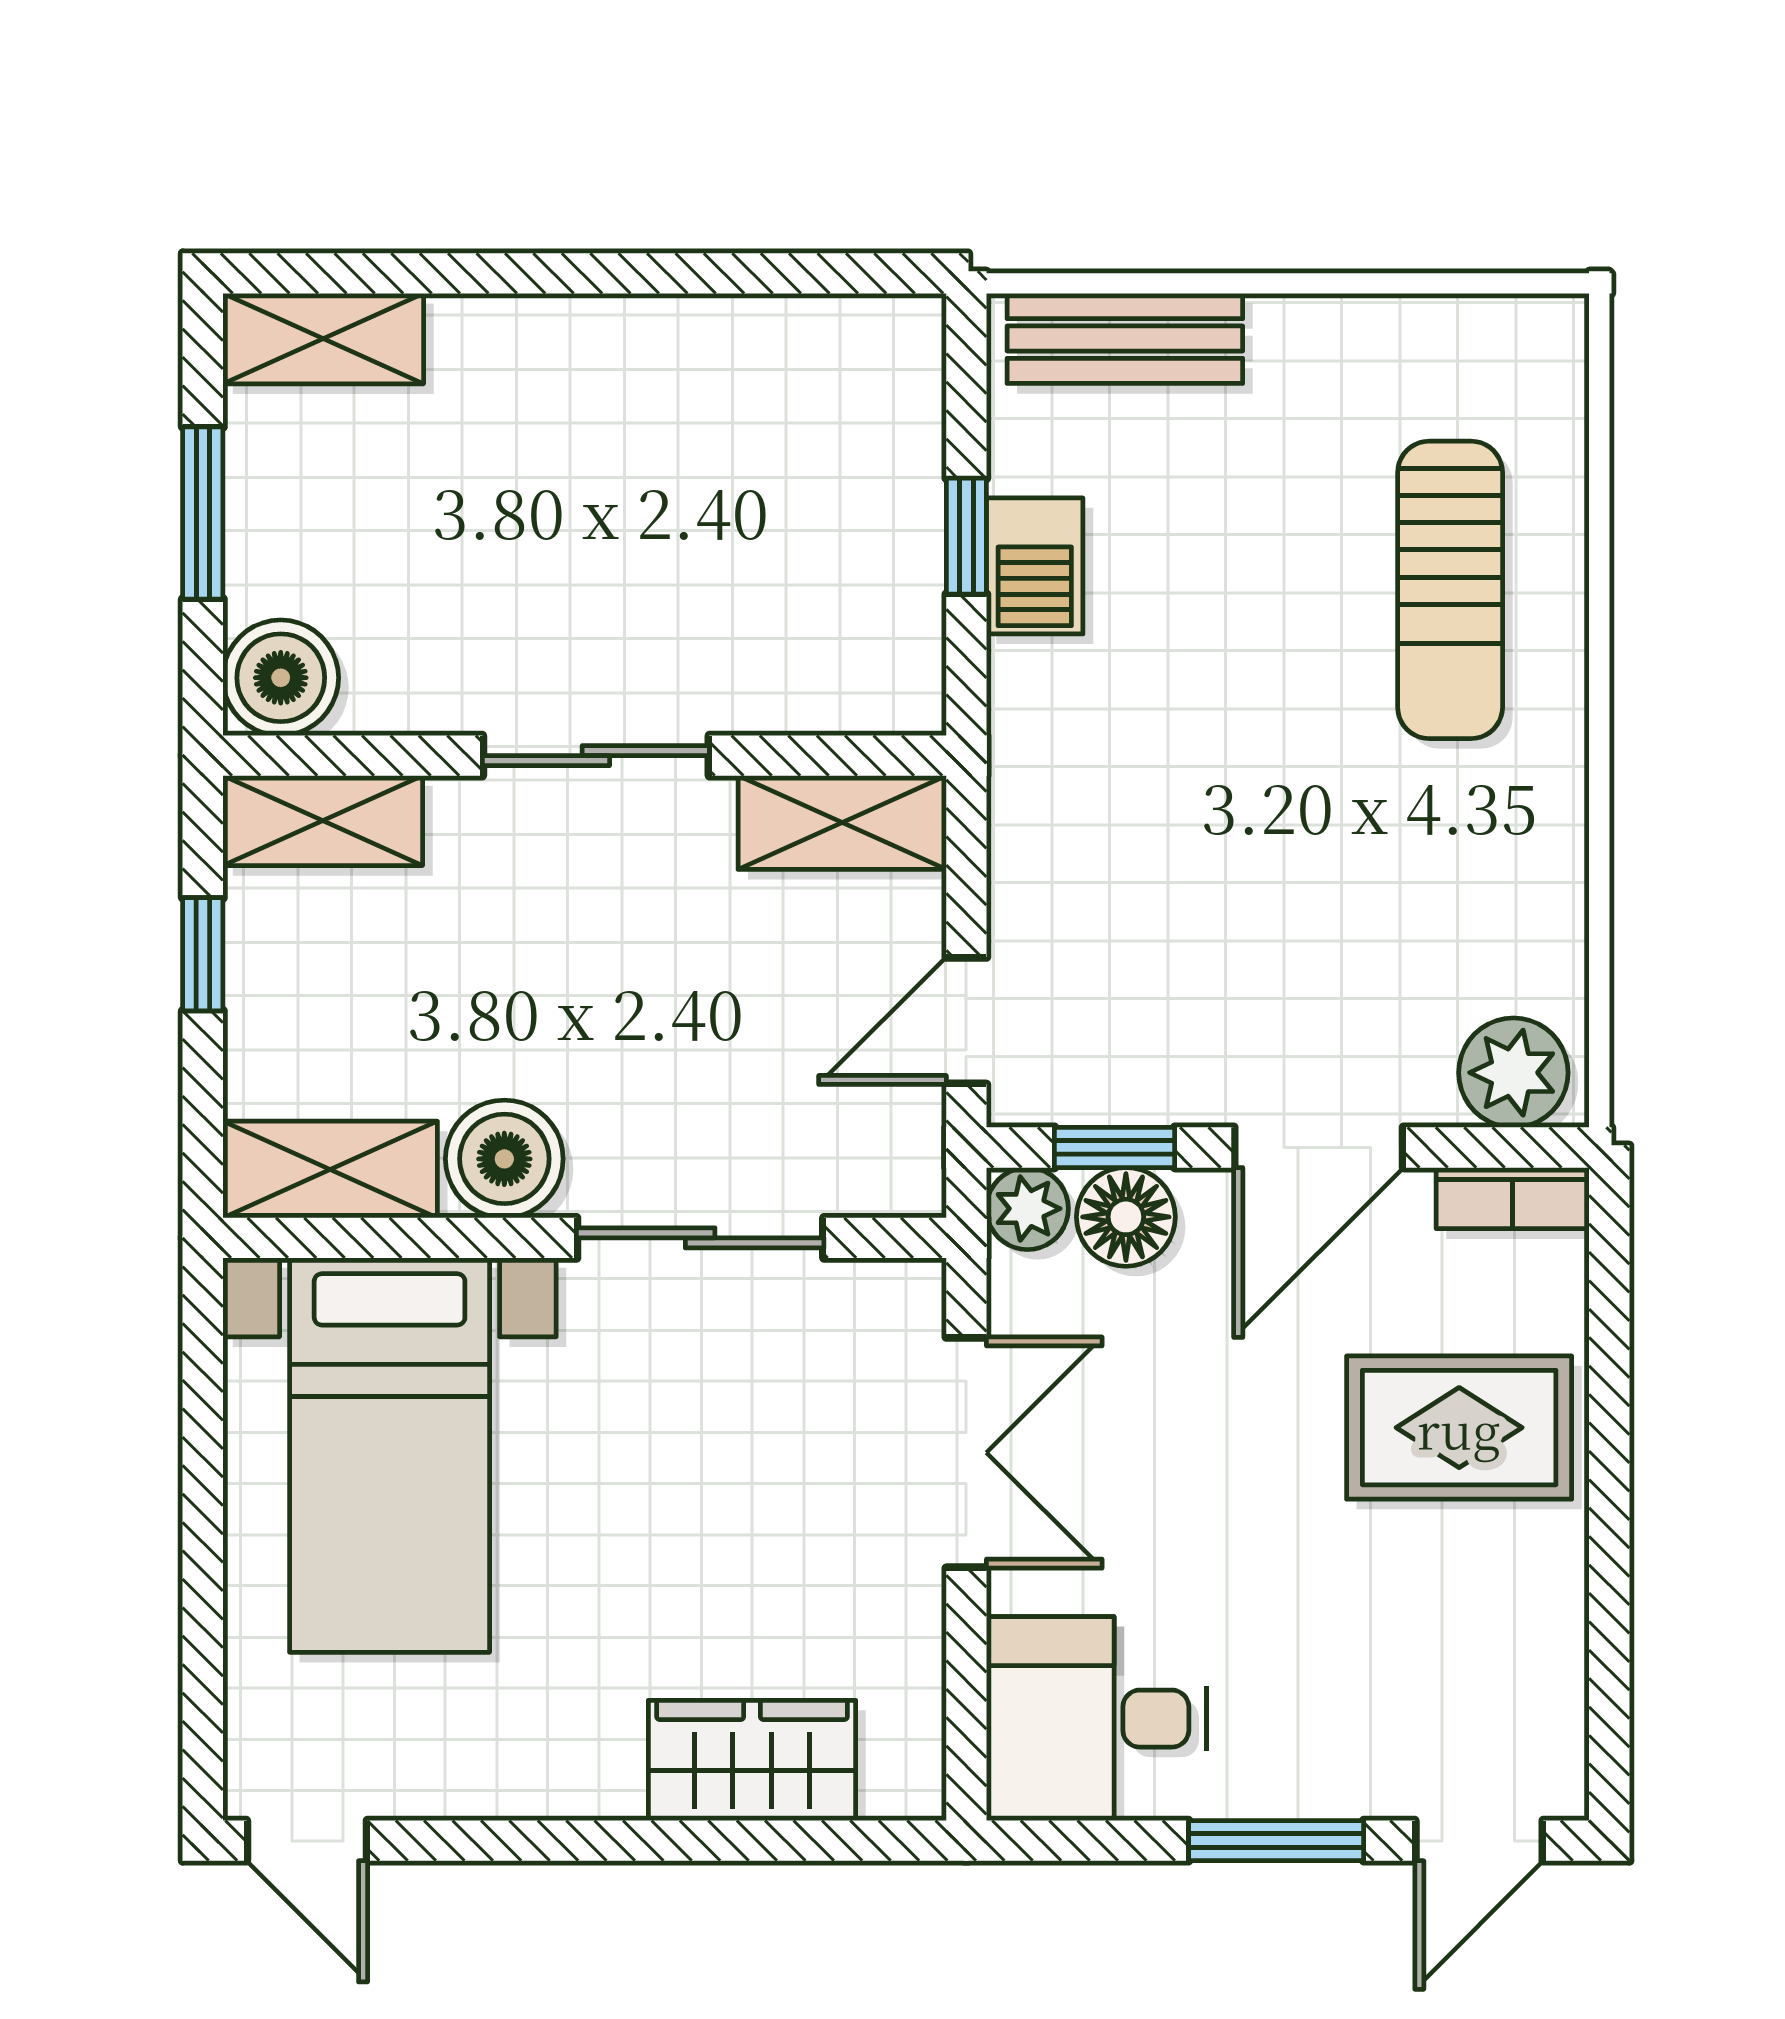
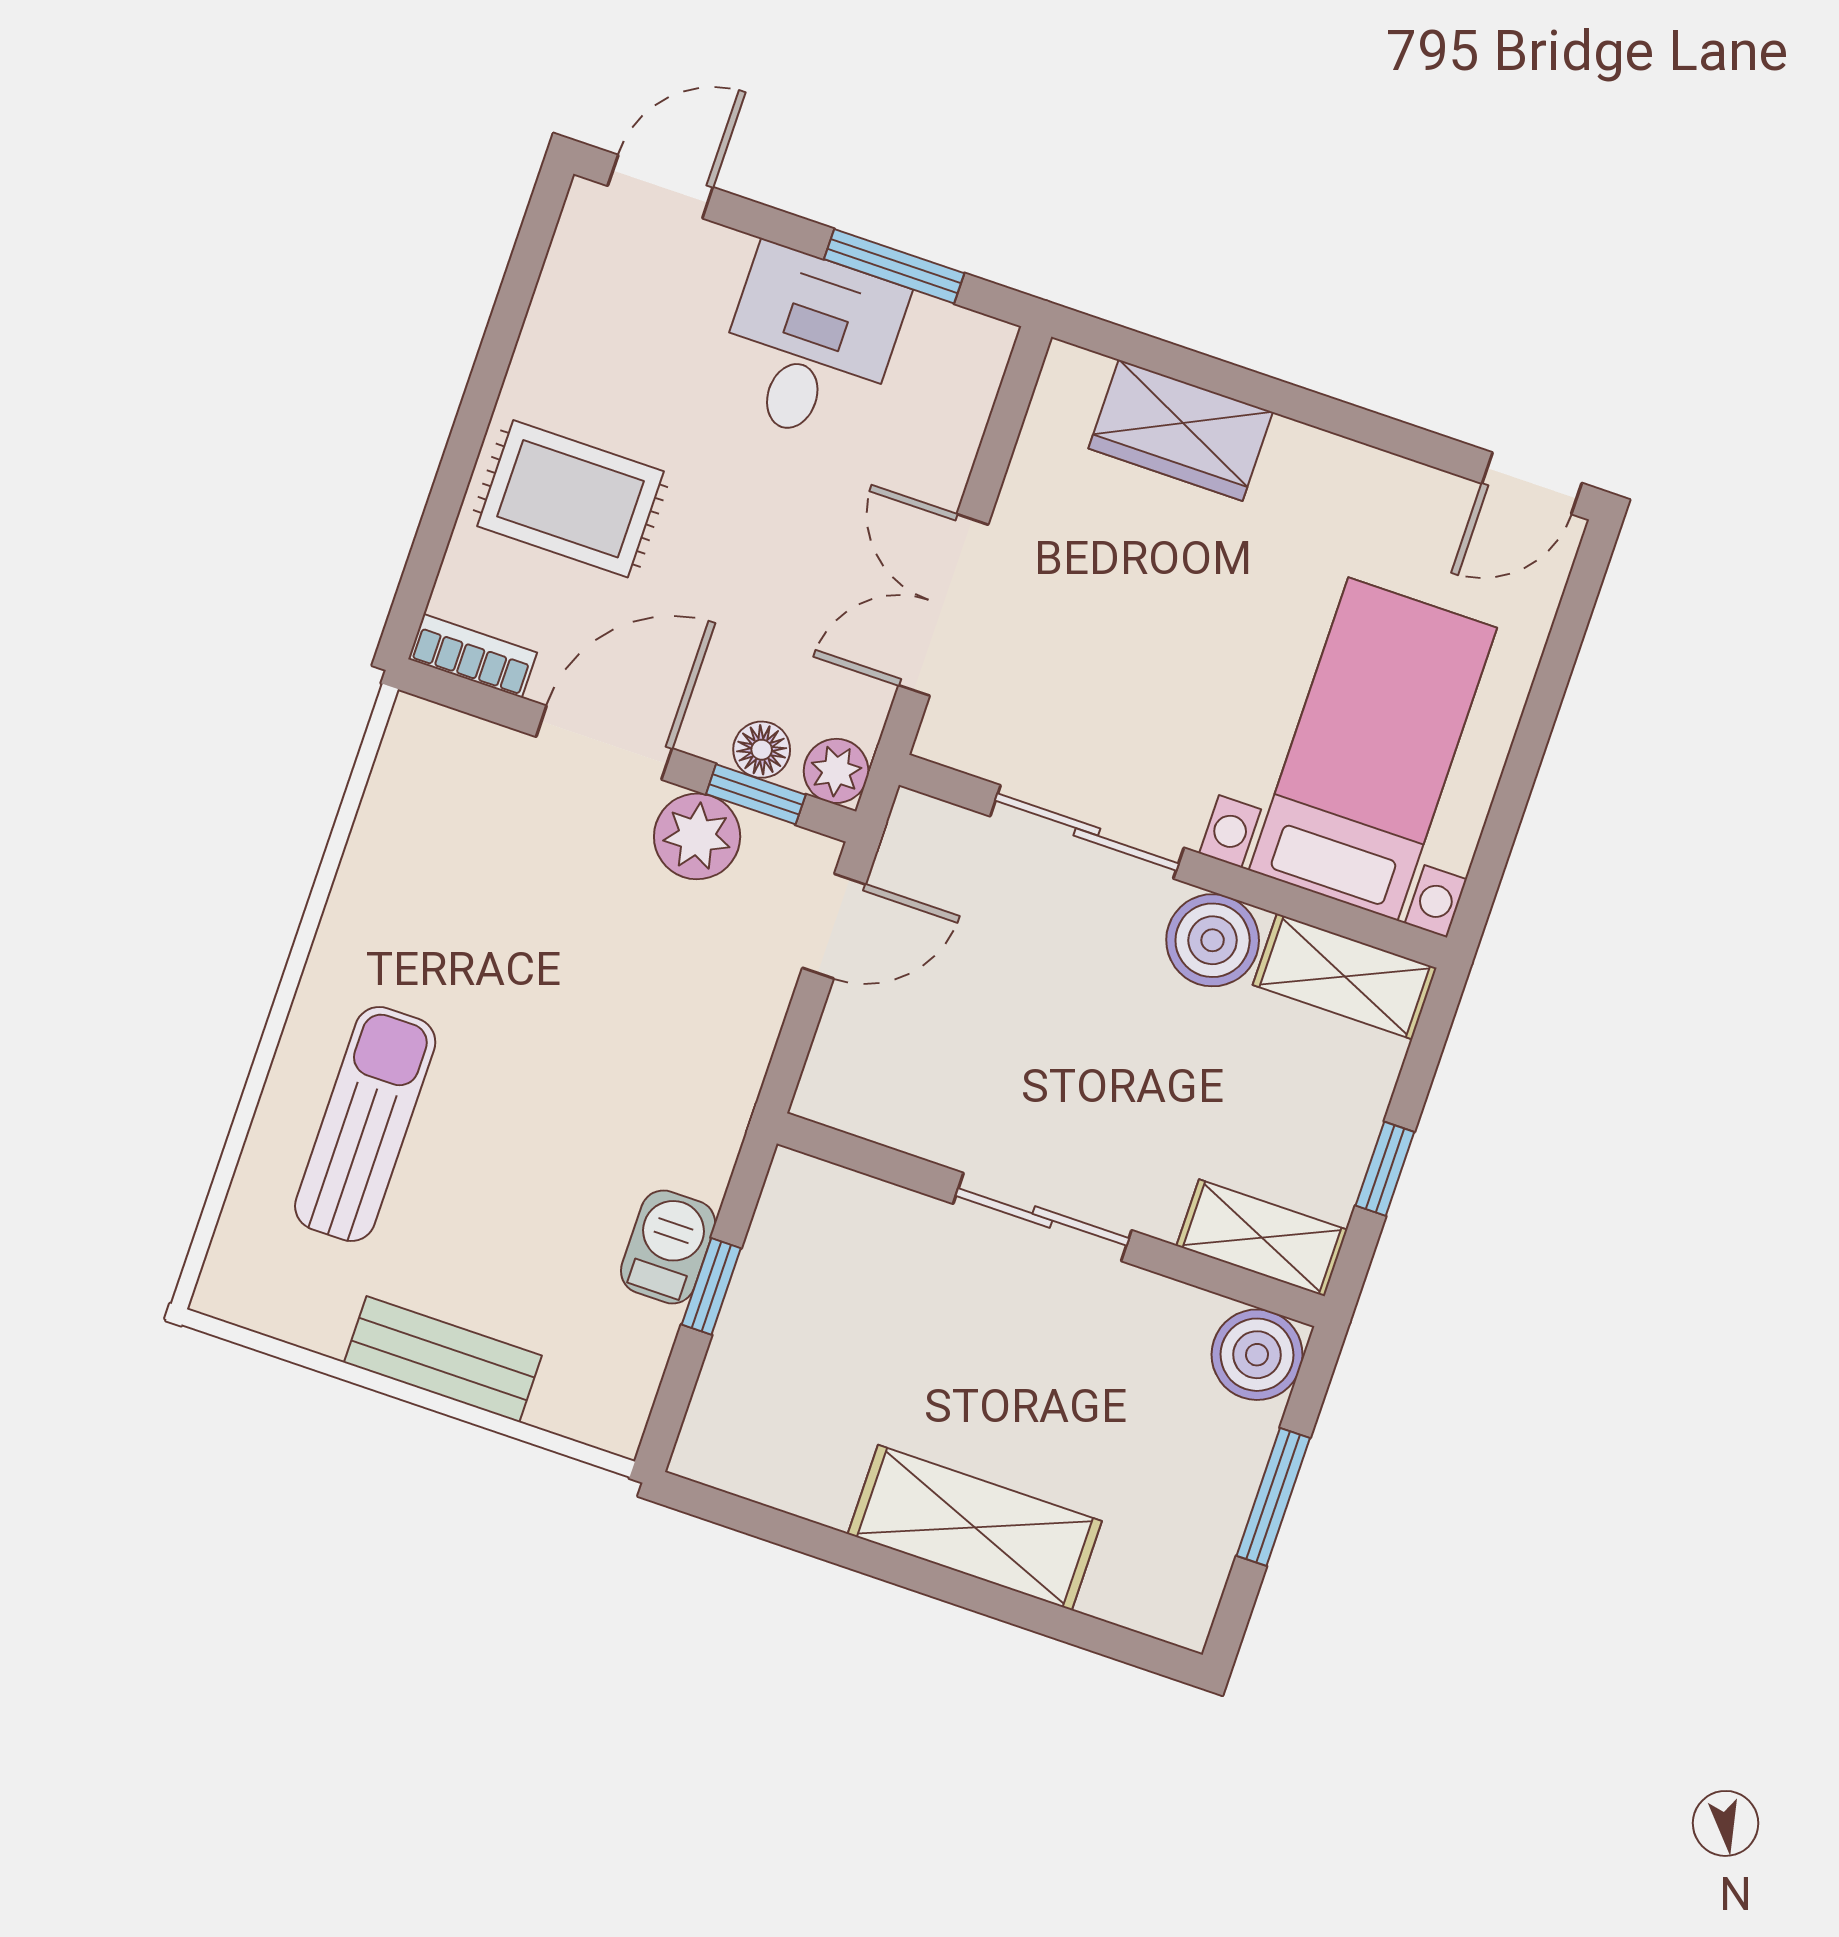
bench: (1125, 338) -> (443, 1359), moved
shelving: (323, 339) -> (975, 1528), moved, width x1.50, depth x1.33
shelving: (842, 823) -> (876, 1105), removed
plant: (1513, 1073) -> (697, 836), moved
floor lamp: (1126, 1217) -> (762, 750), width x0.73, depth x0.73
desk: (1096, 1719) -> (809, 345), moved, turned -90
door: (307, 1841) -> (1532, 483), swing flipped
window: (1276, 1841) -> (894, 266), moved

